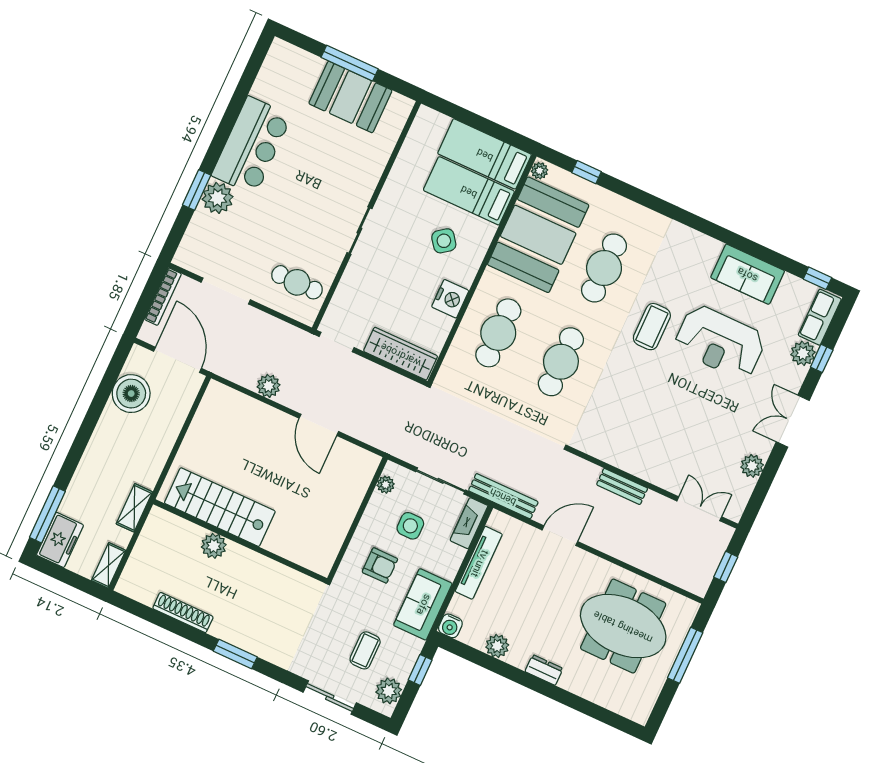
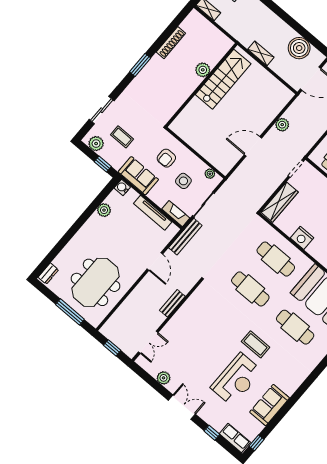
reception desk: (720, 342) -> (236, 379), turned 180
plant: (803, 353) -> (218, 423), removed
shelving: (134, 508) -> (261, 53), moved
dresser: (544, 670) -> (48, 274), moved

